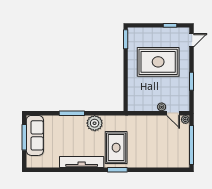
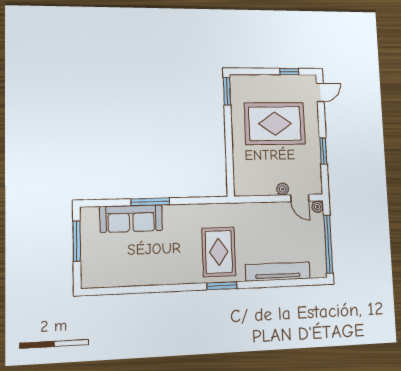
plant: (95, 123) -> (185, 216), removed
sofa: (35, 135) -> (131, 219), moved, turned 90
tv unit: (82, 162) -> (278, 272), moved

